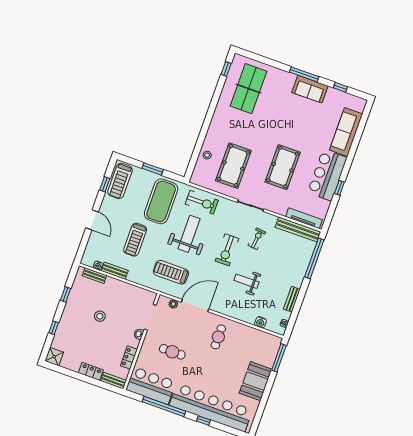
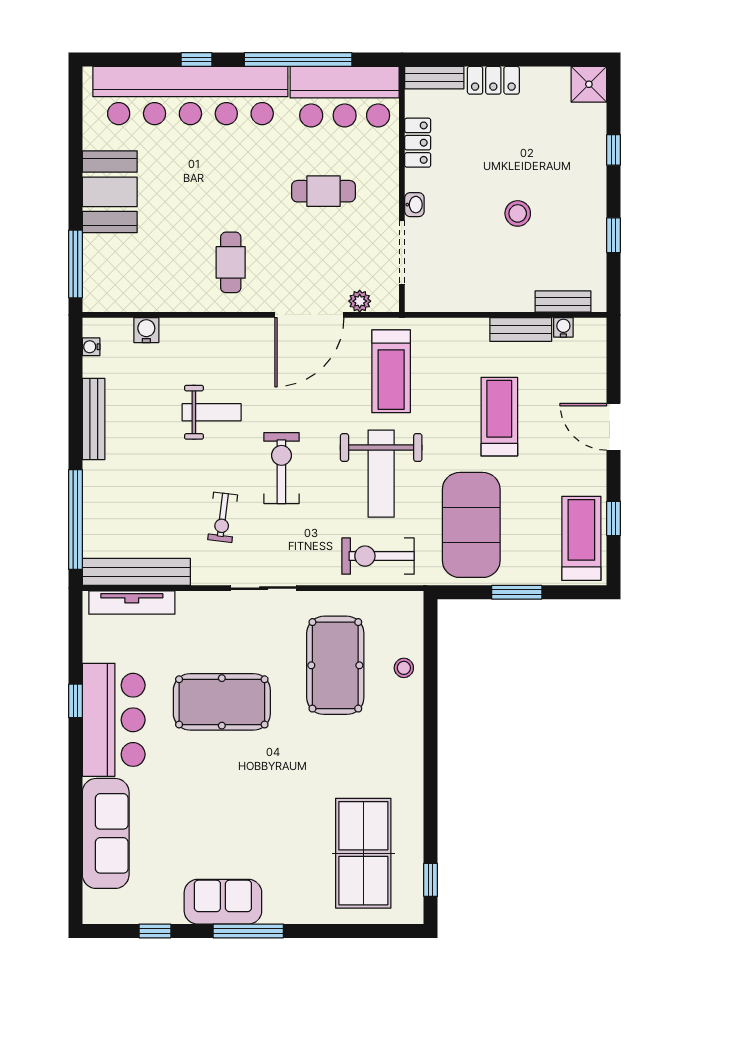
pool table: (283, 167) -> (222, 702), turned 90
treadmill: (171, 272) -> (391, 371), turned 90
bench: (292, 299) -> (94, 419), width x1.36

